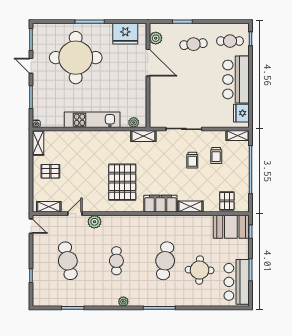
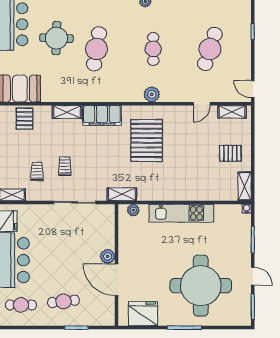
plant: (156, 38) -> (108, 256), moved
plant: (94, 222) -> (152, 94), moved
cafe table: (68, 261) -> (210, 49), turned 30

